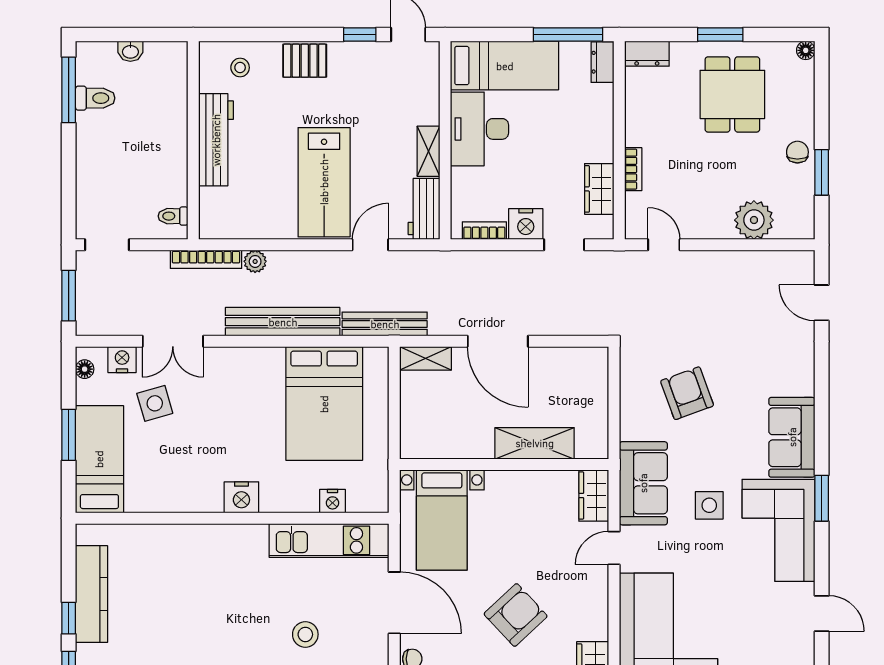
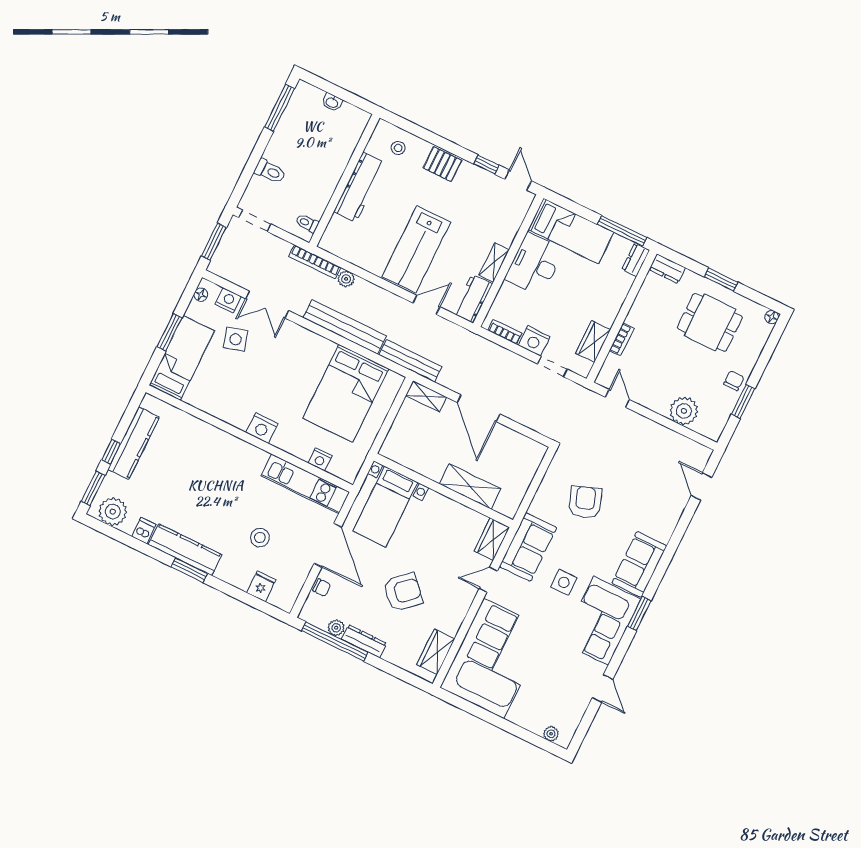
dining table: (732, 94) -> (710, 322), turned 90
toilet: (95, 98) -> (270, 171), moved

